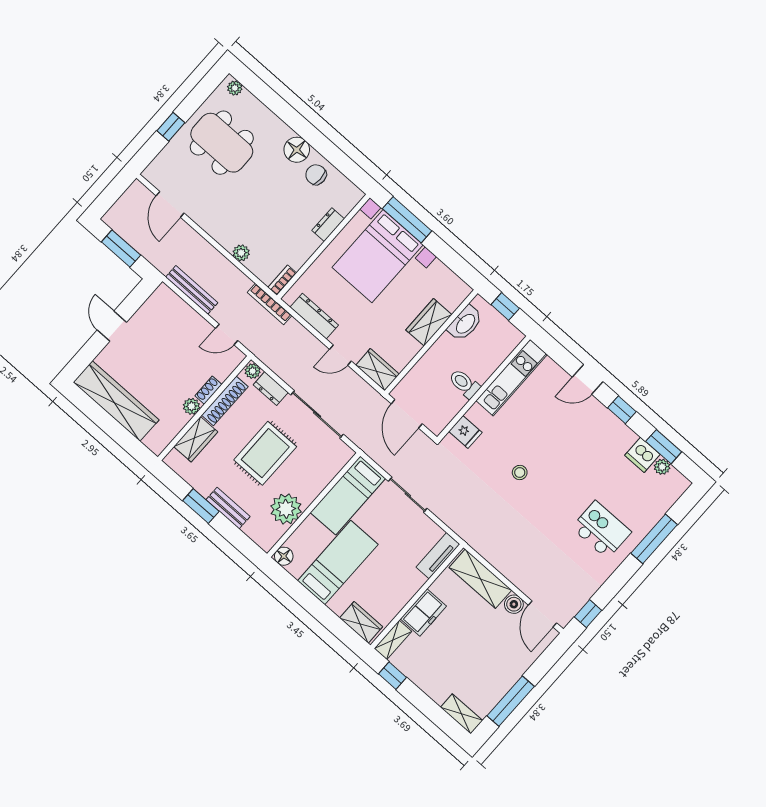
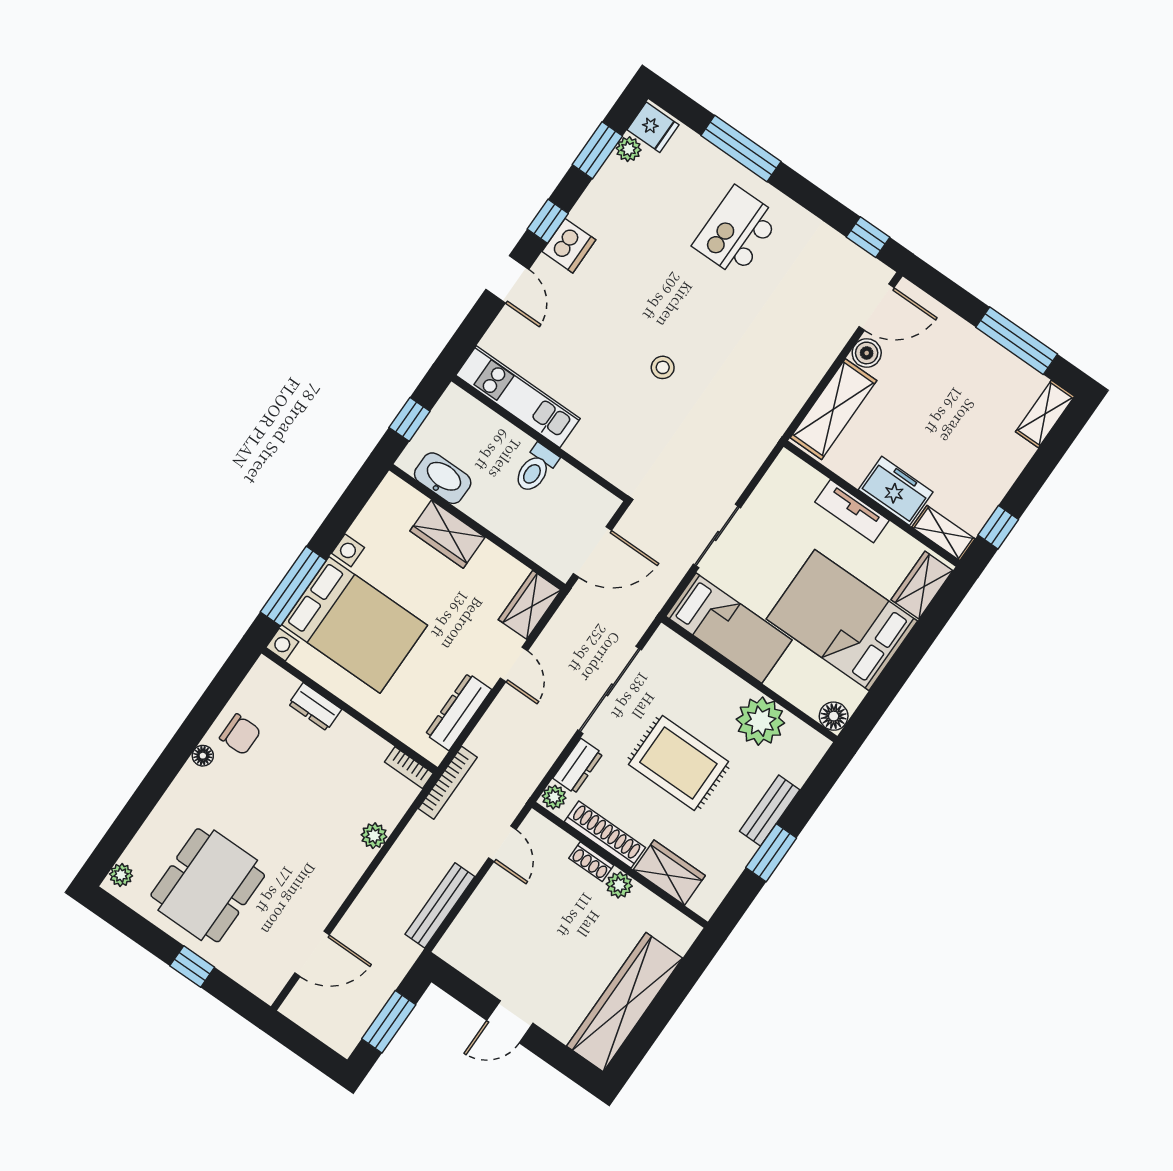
floor lamp: (297, 150) -> (203, 756), width x0.53, depth x0.53
chair: (316, 175) -> (240, 734), turned -90
fridge: (465, 432) -> (653, 127), moved, turned 90
dishwasher: (642, 455) -> (569, 246), moved
tv unit: (438, 556) -> (852, 511), moved
bed: (338, 563) -> (842, 620), width x1.50

